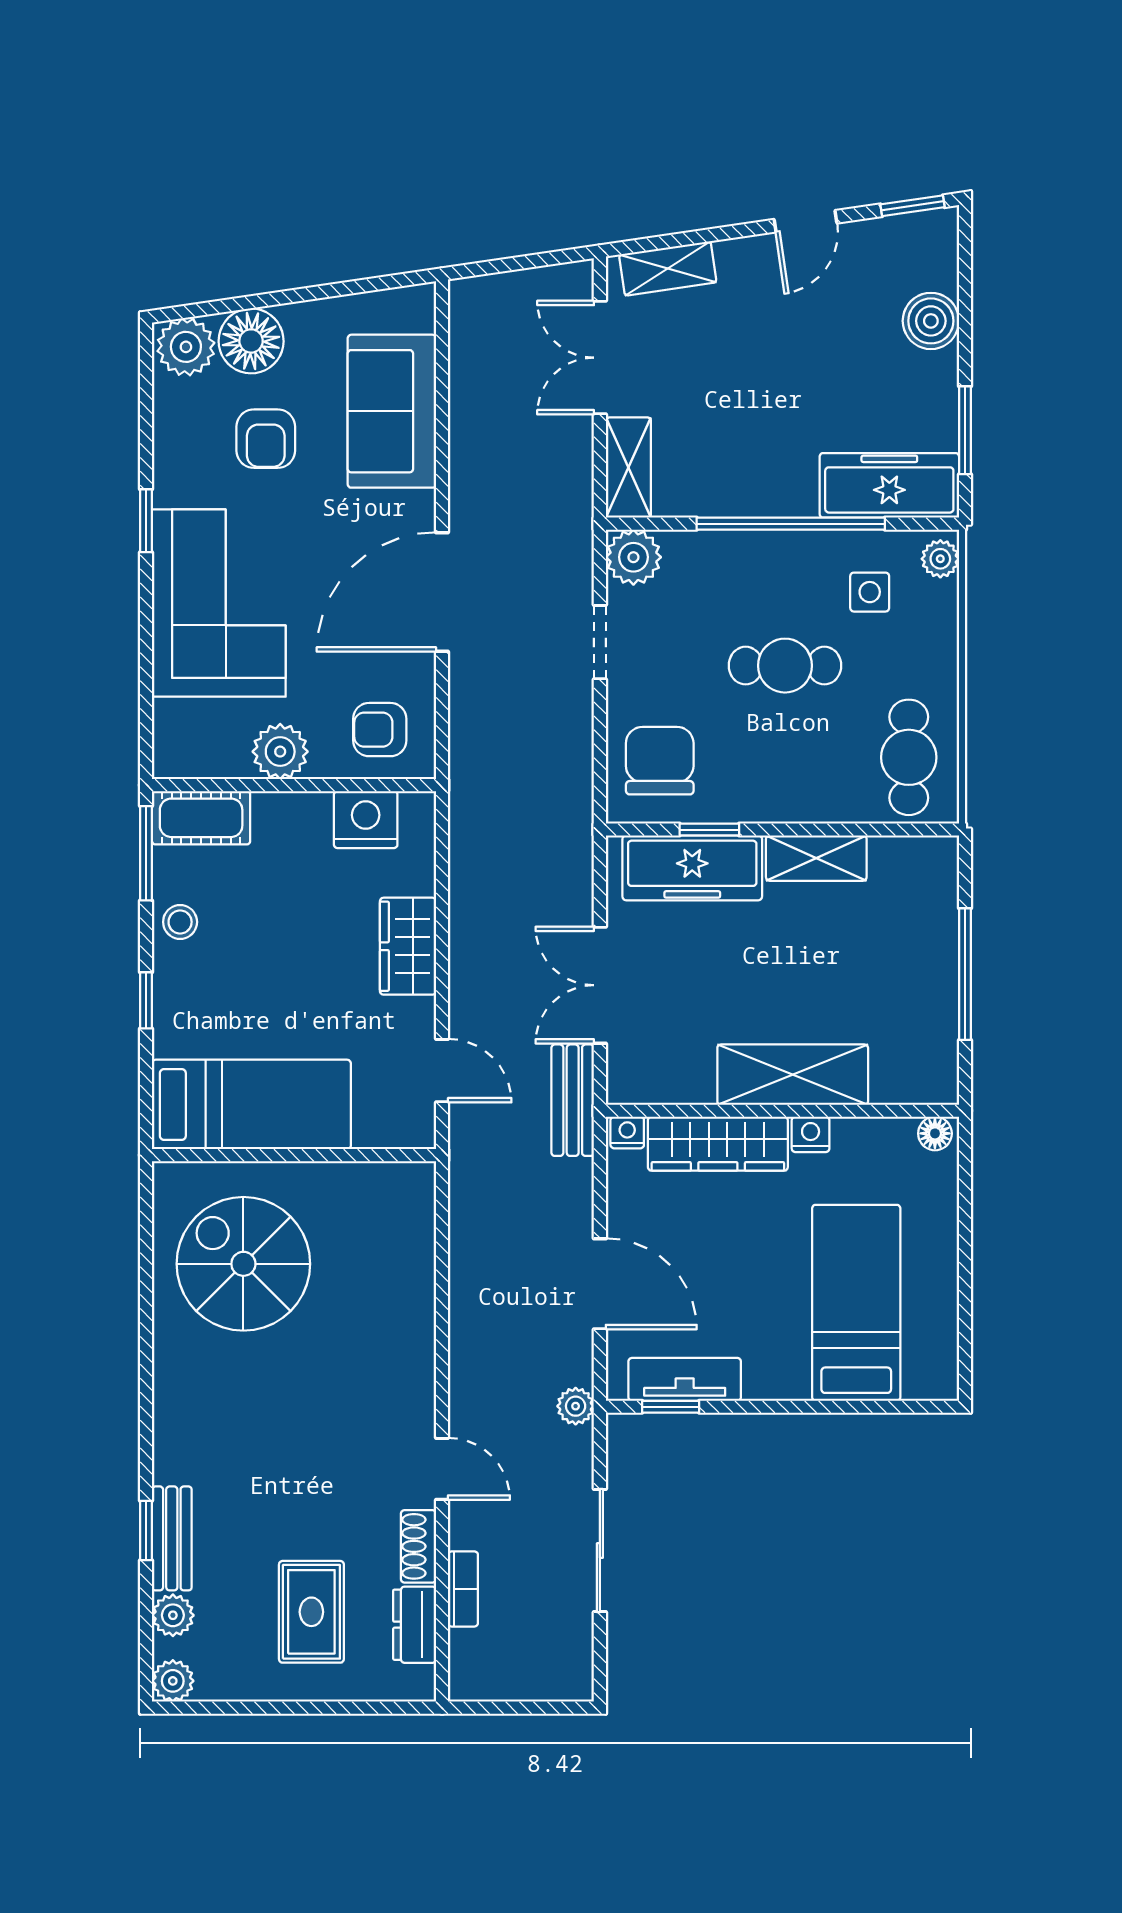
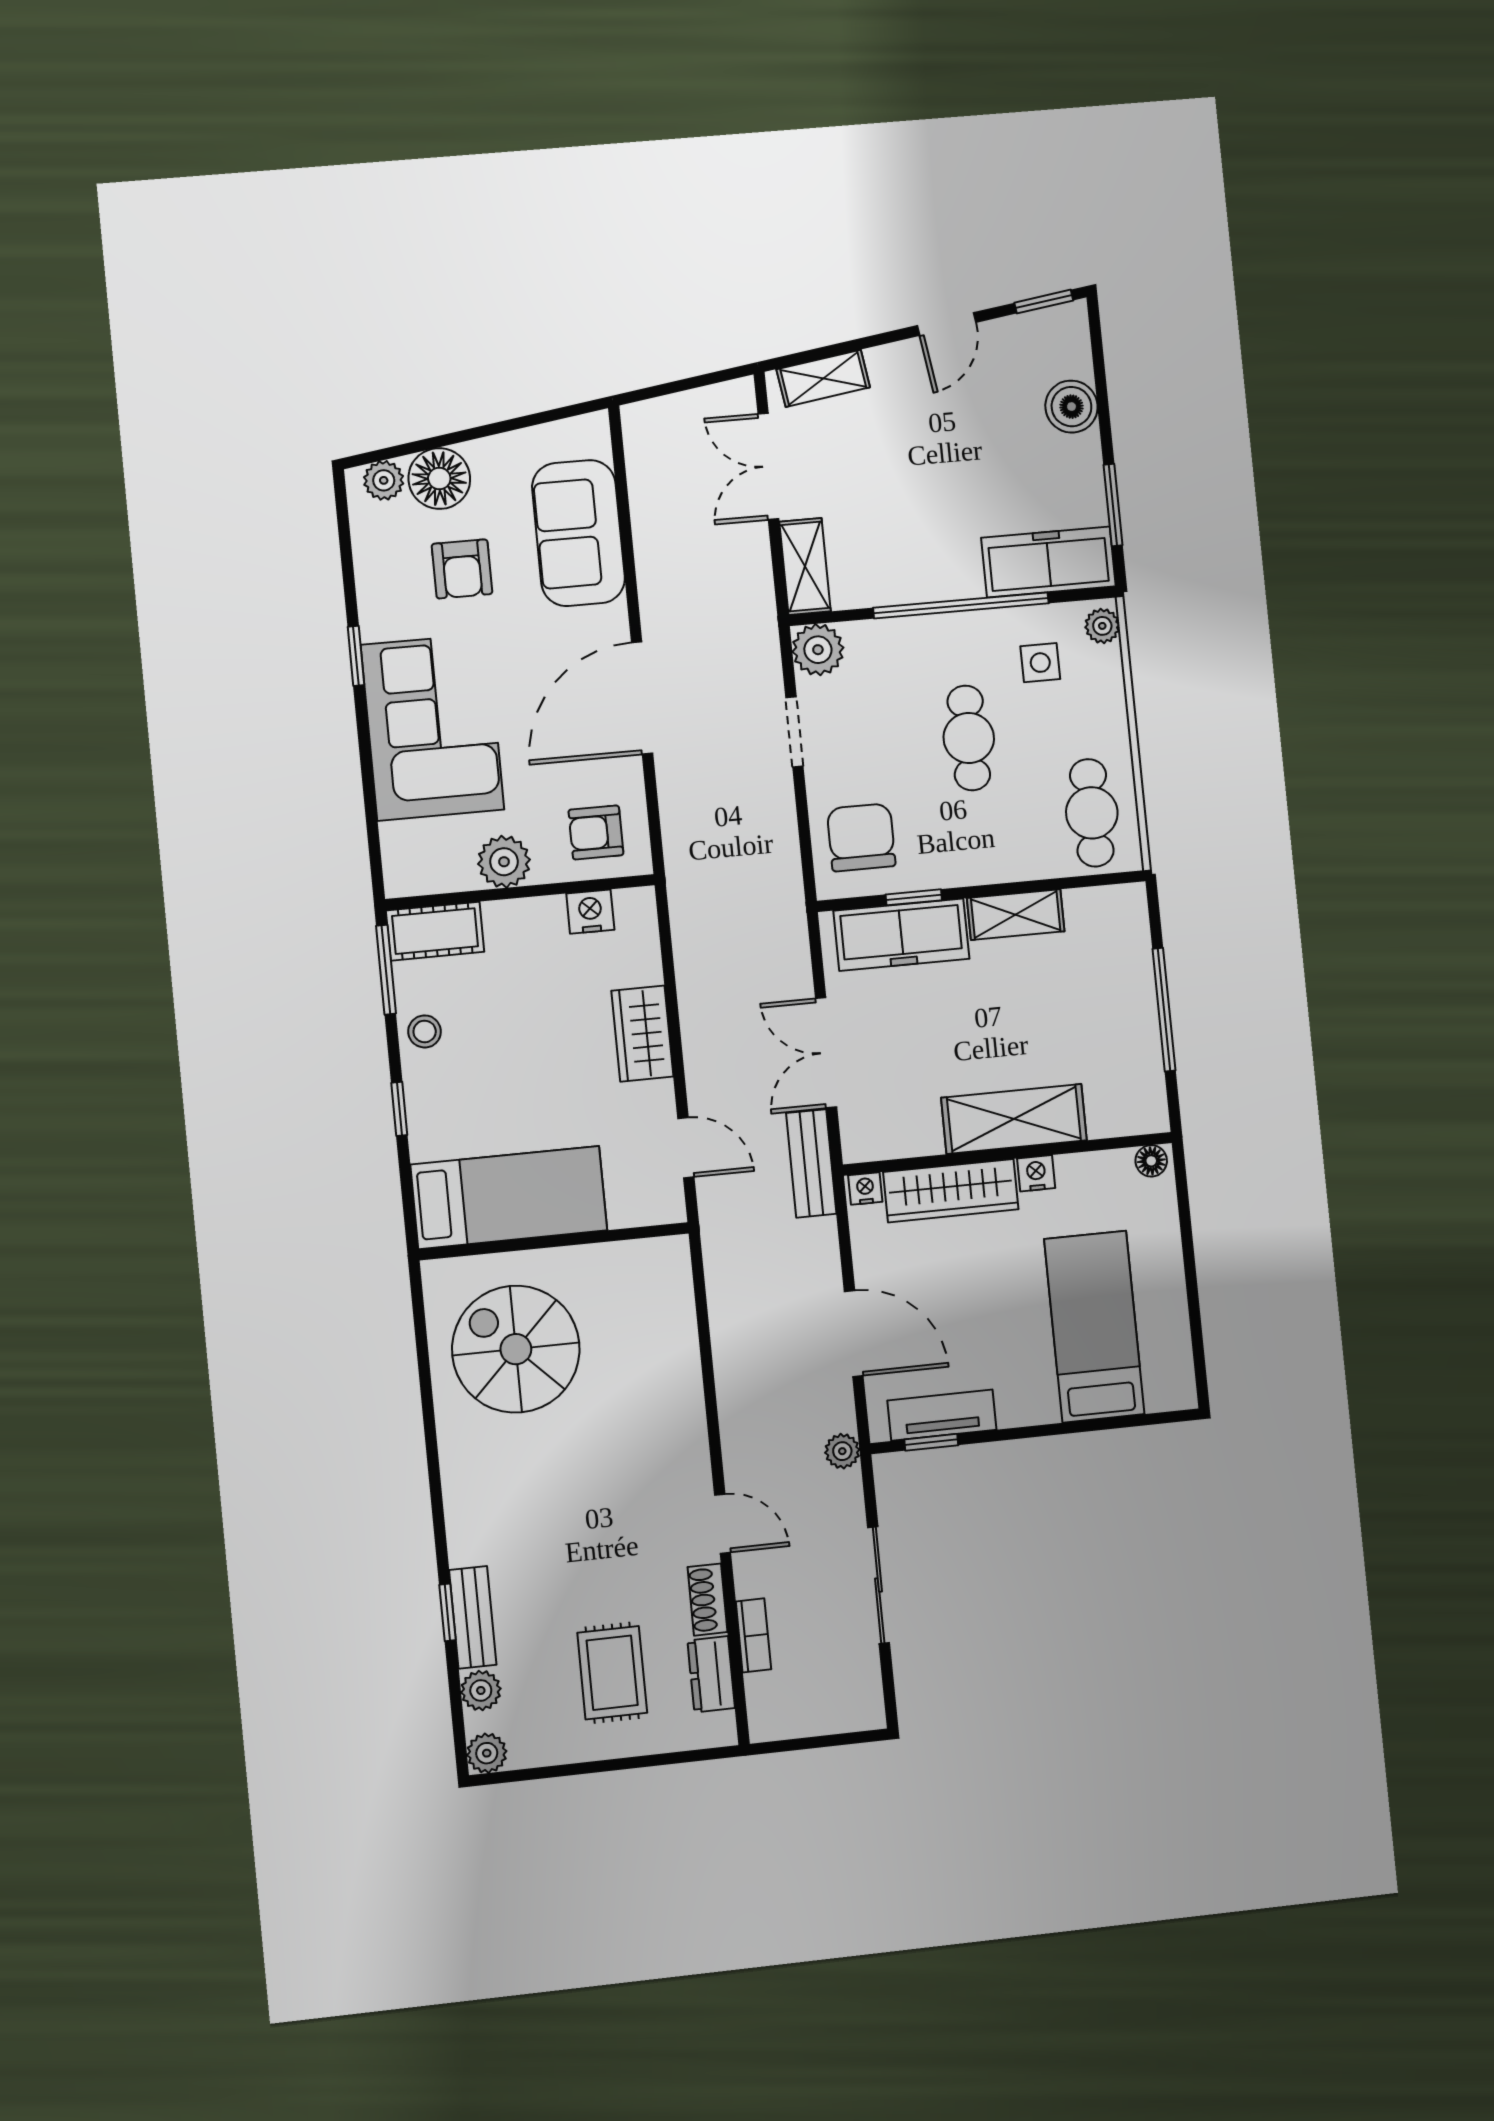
plant: (186, 347) -> (384, 480), width x0.73, depth x0.73
cafe table: (785, 666) -> (969, 738), turned 90
nightstand: (366, 820) -> (590, 912), width x0.74, depth x0.75

